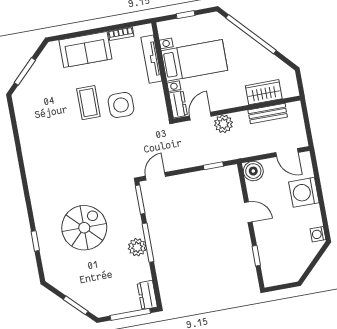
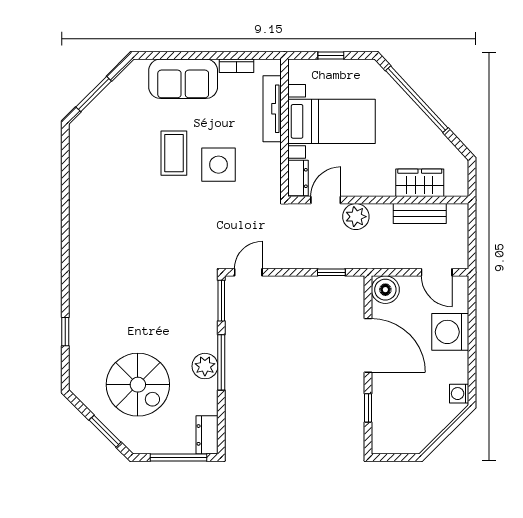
door: (248, 212) -> (368, 345), width x1.88
spiral stairs: (84, 228) -> (138, 385), moved, turned 90

